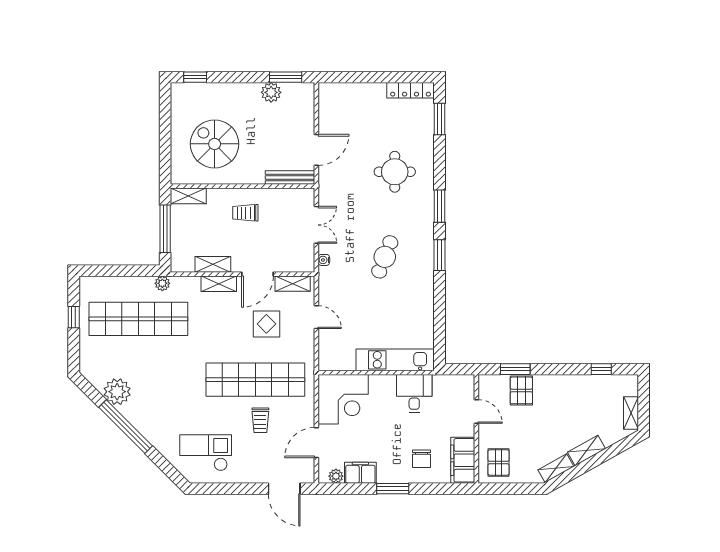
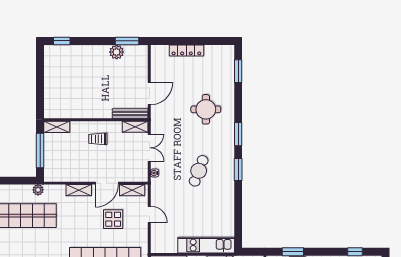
locker: (411, 90) -> (186, 50), moved
spiral stairs: (215, 144) -> (76, 89), removed
shelving: (213, 264) -> (135, 127), moved

